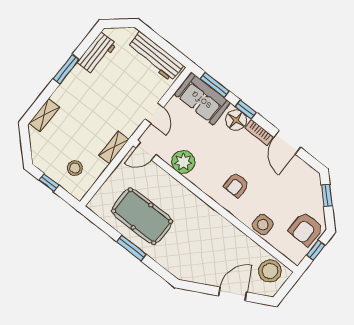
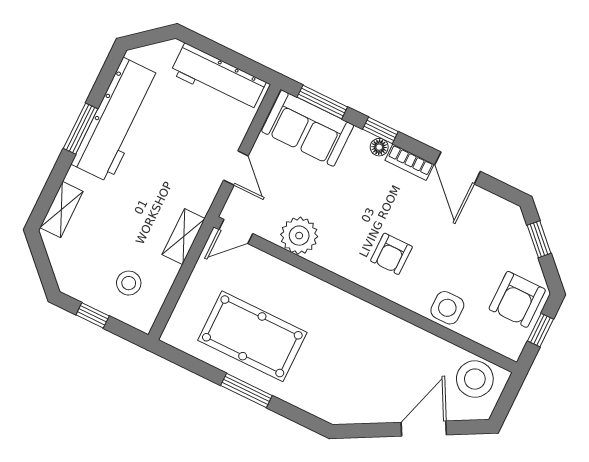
workbench: (97, 53) -> (116, 120), width x1.88, depth x1.32
floor lamp: (236, 120) -> (379, 147), width x0.53, depth x0.53

